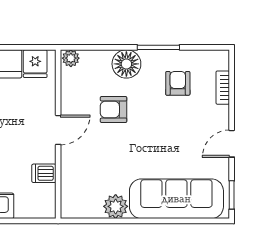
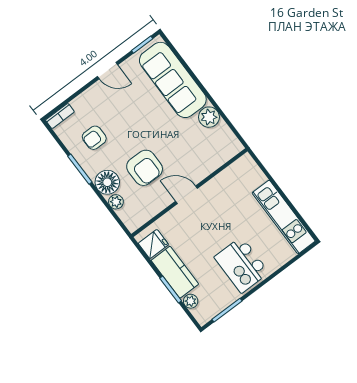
plant: (71, 58) -> (116, 202), moved
bookcase: (223, 88) -> (60, 116), moved
armchair: (114, 109) -> (145, 168), width x1.38, depth x1.38
dishwasher: (44, 173) -> (223, 182), removed

